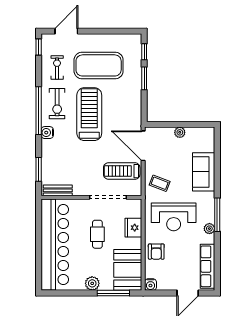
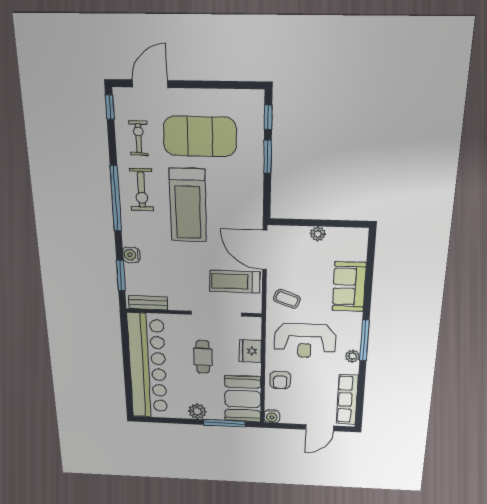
treadmill: (89, 114) -> (188, 205), turned 180
water cooler: (47, 133) -> (131, 255), moved

